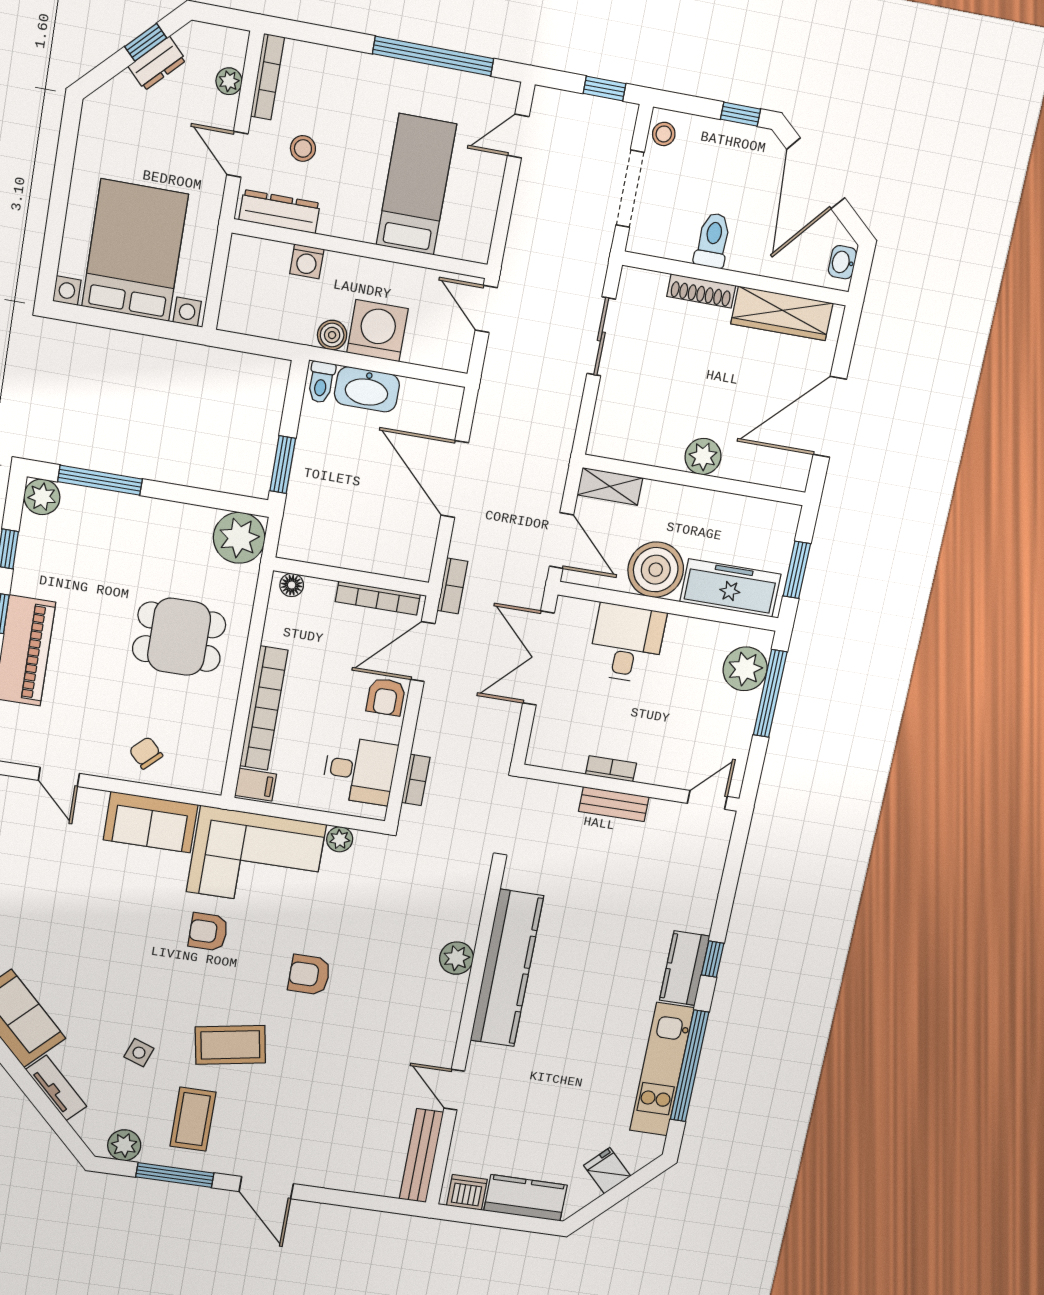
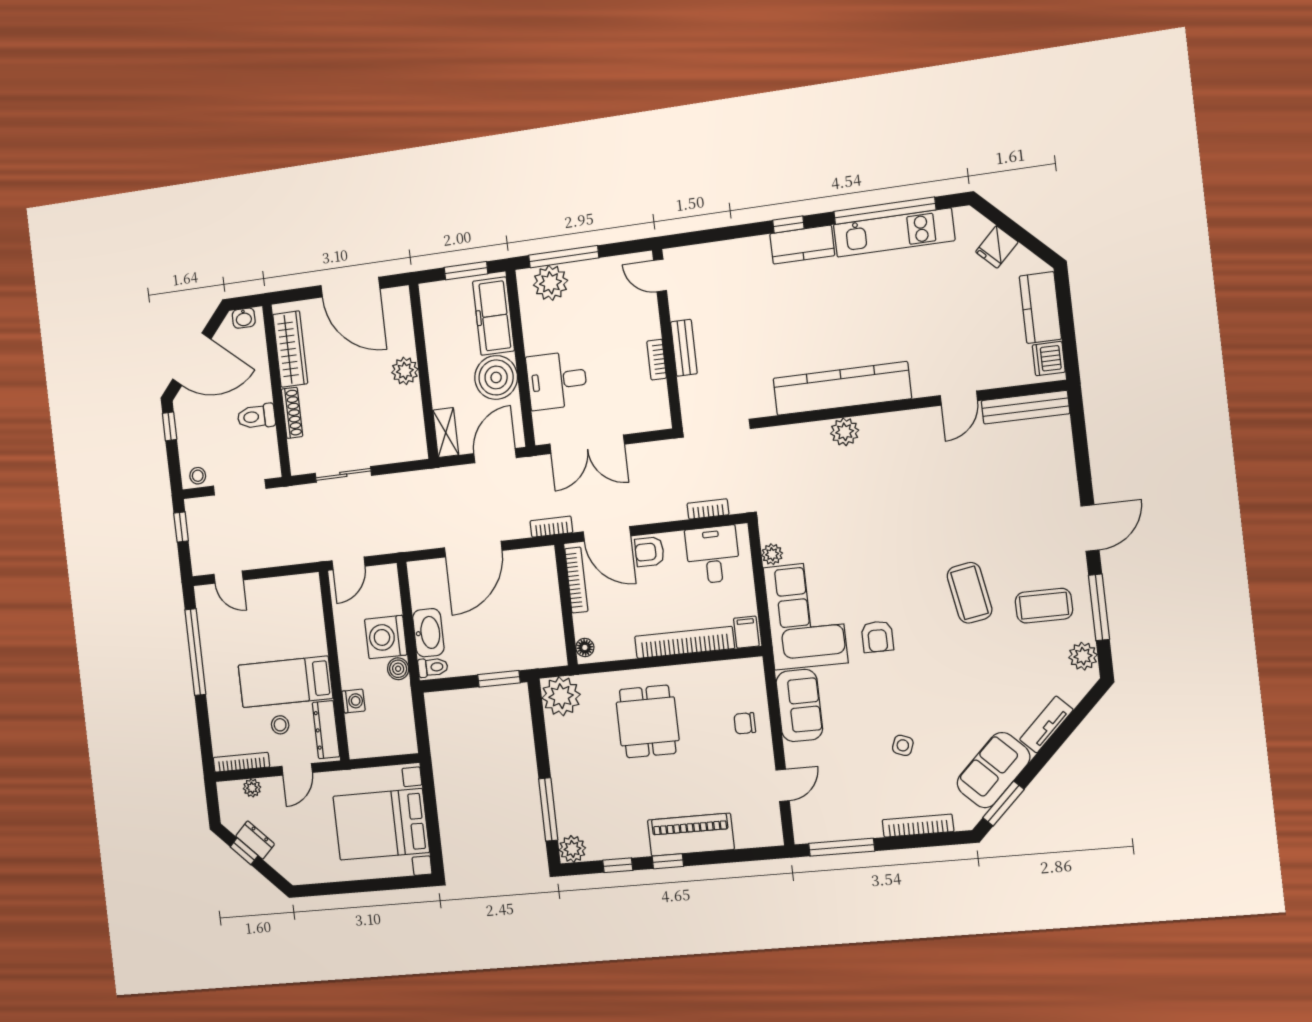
bed: (416, 184) -> (285, 682), moved
armchair: (386, 697) -> (649, 552), turned 180
chair: (146, 753) -> (745, 723), turned 44
armchair: (309, 975) -> (891, 546), removed
side table: (139, 1053) -> (903, 745), moved

